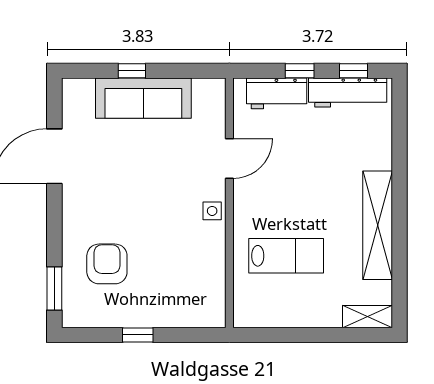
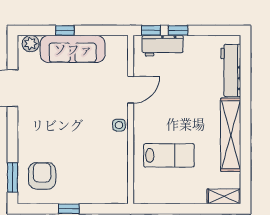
window: (353, 71) -> (151, 30), moved
plant: (81, 90) -> (31, 44), added
workbench: (348, 92) -> (231, 70), moved, turned 90
armchair: (107, 264) -> (42, 176), moved

